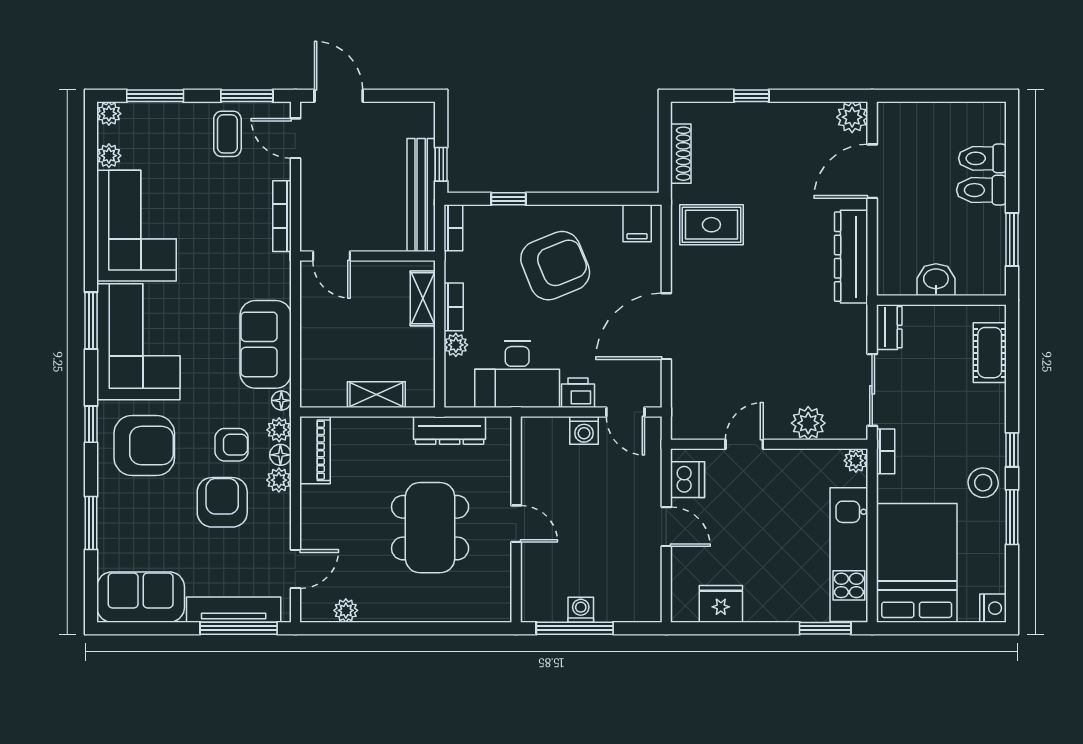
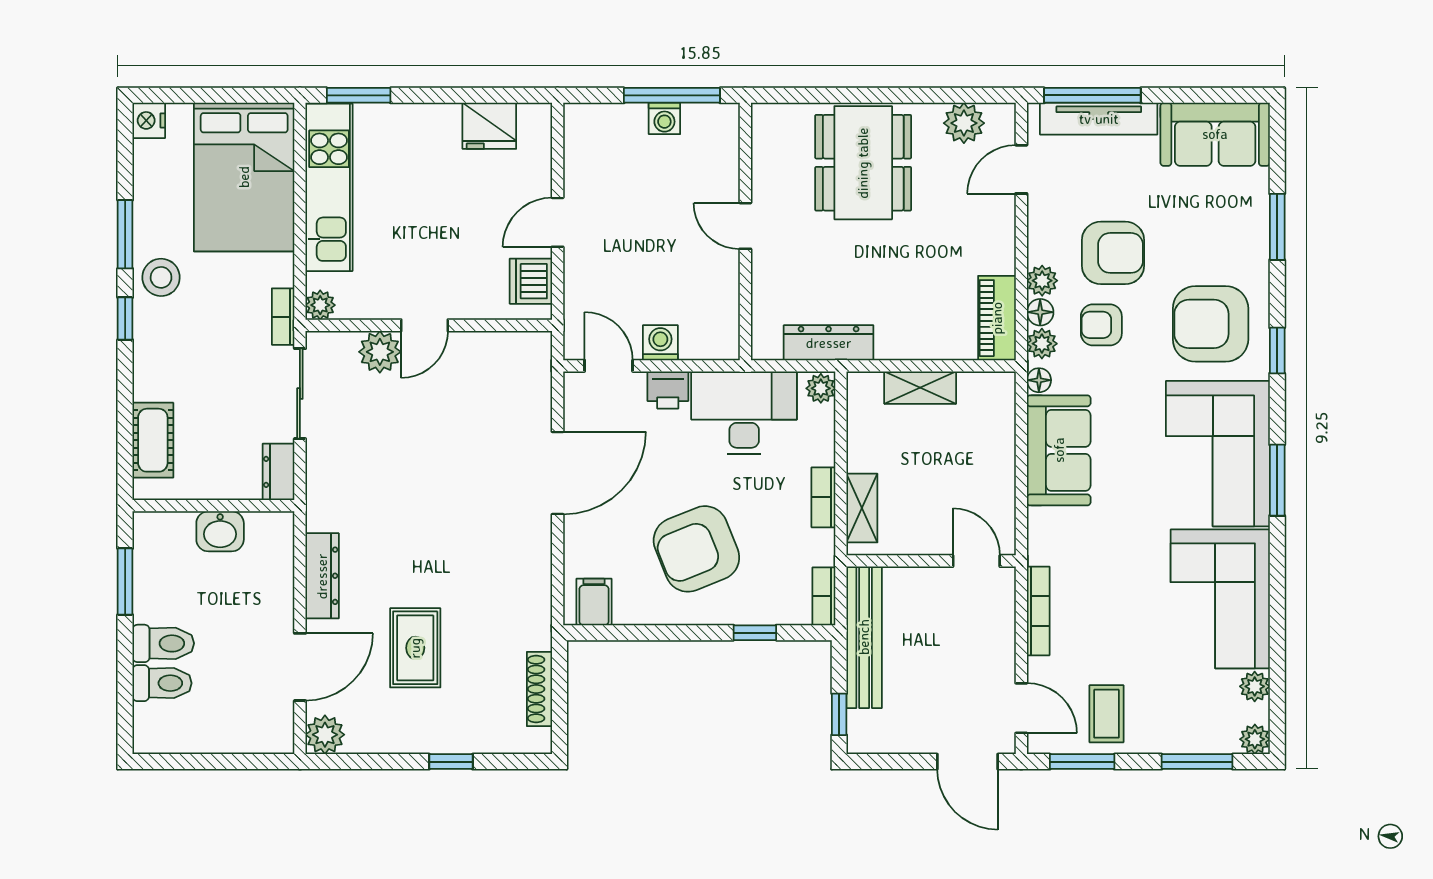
window: (441, 164) -> (839, 714), moved
rug: (711, 225) -> (415, 648), moved, turned 90
dresser: (851, 257) -> (322, 576), width x0.73, depth x0.80
plant: (456, 345) -> (821, 388), moved
door: (744, 444) -> (425, 325), moved
armchair: (222, 502) -> (1113, 253), turned -90
door: (666, 527) -> (558, 222), hinge flipped
dining table: (430, 528) -> (863, 163), moved
plant: (346, 610) -> (964, 123), width x1.38, depth x1.38

